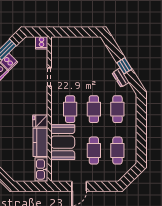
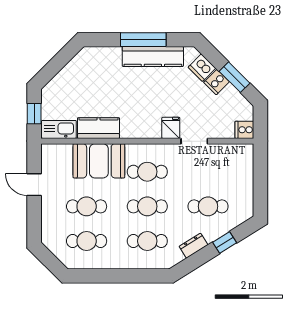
window: (124, 66) -> (225, 242), moved
cafe table: (94, 68) -> (208, 206), added
fridge: (40, 121) -> (171, 128), moved
window: (31, 186) -> (34, 114), added

